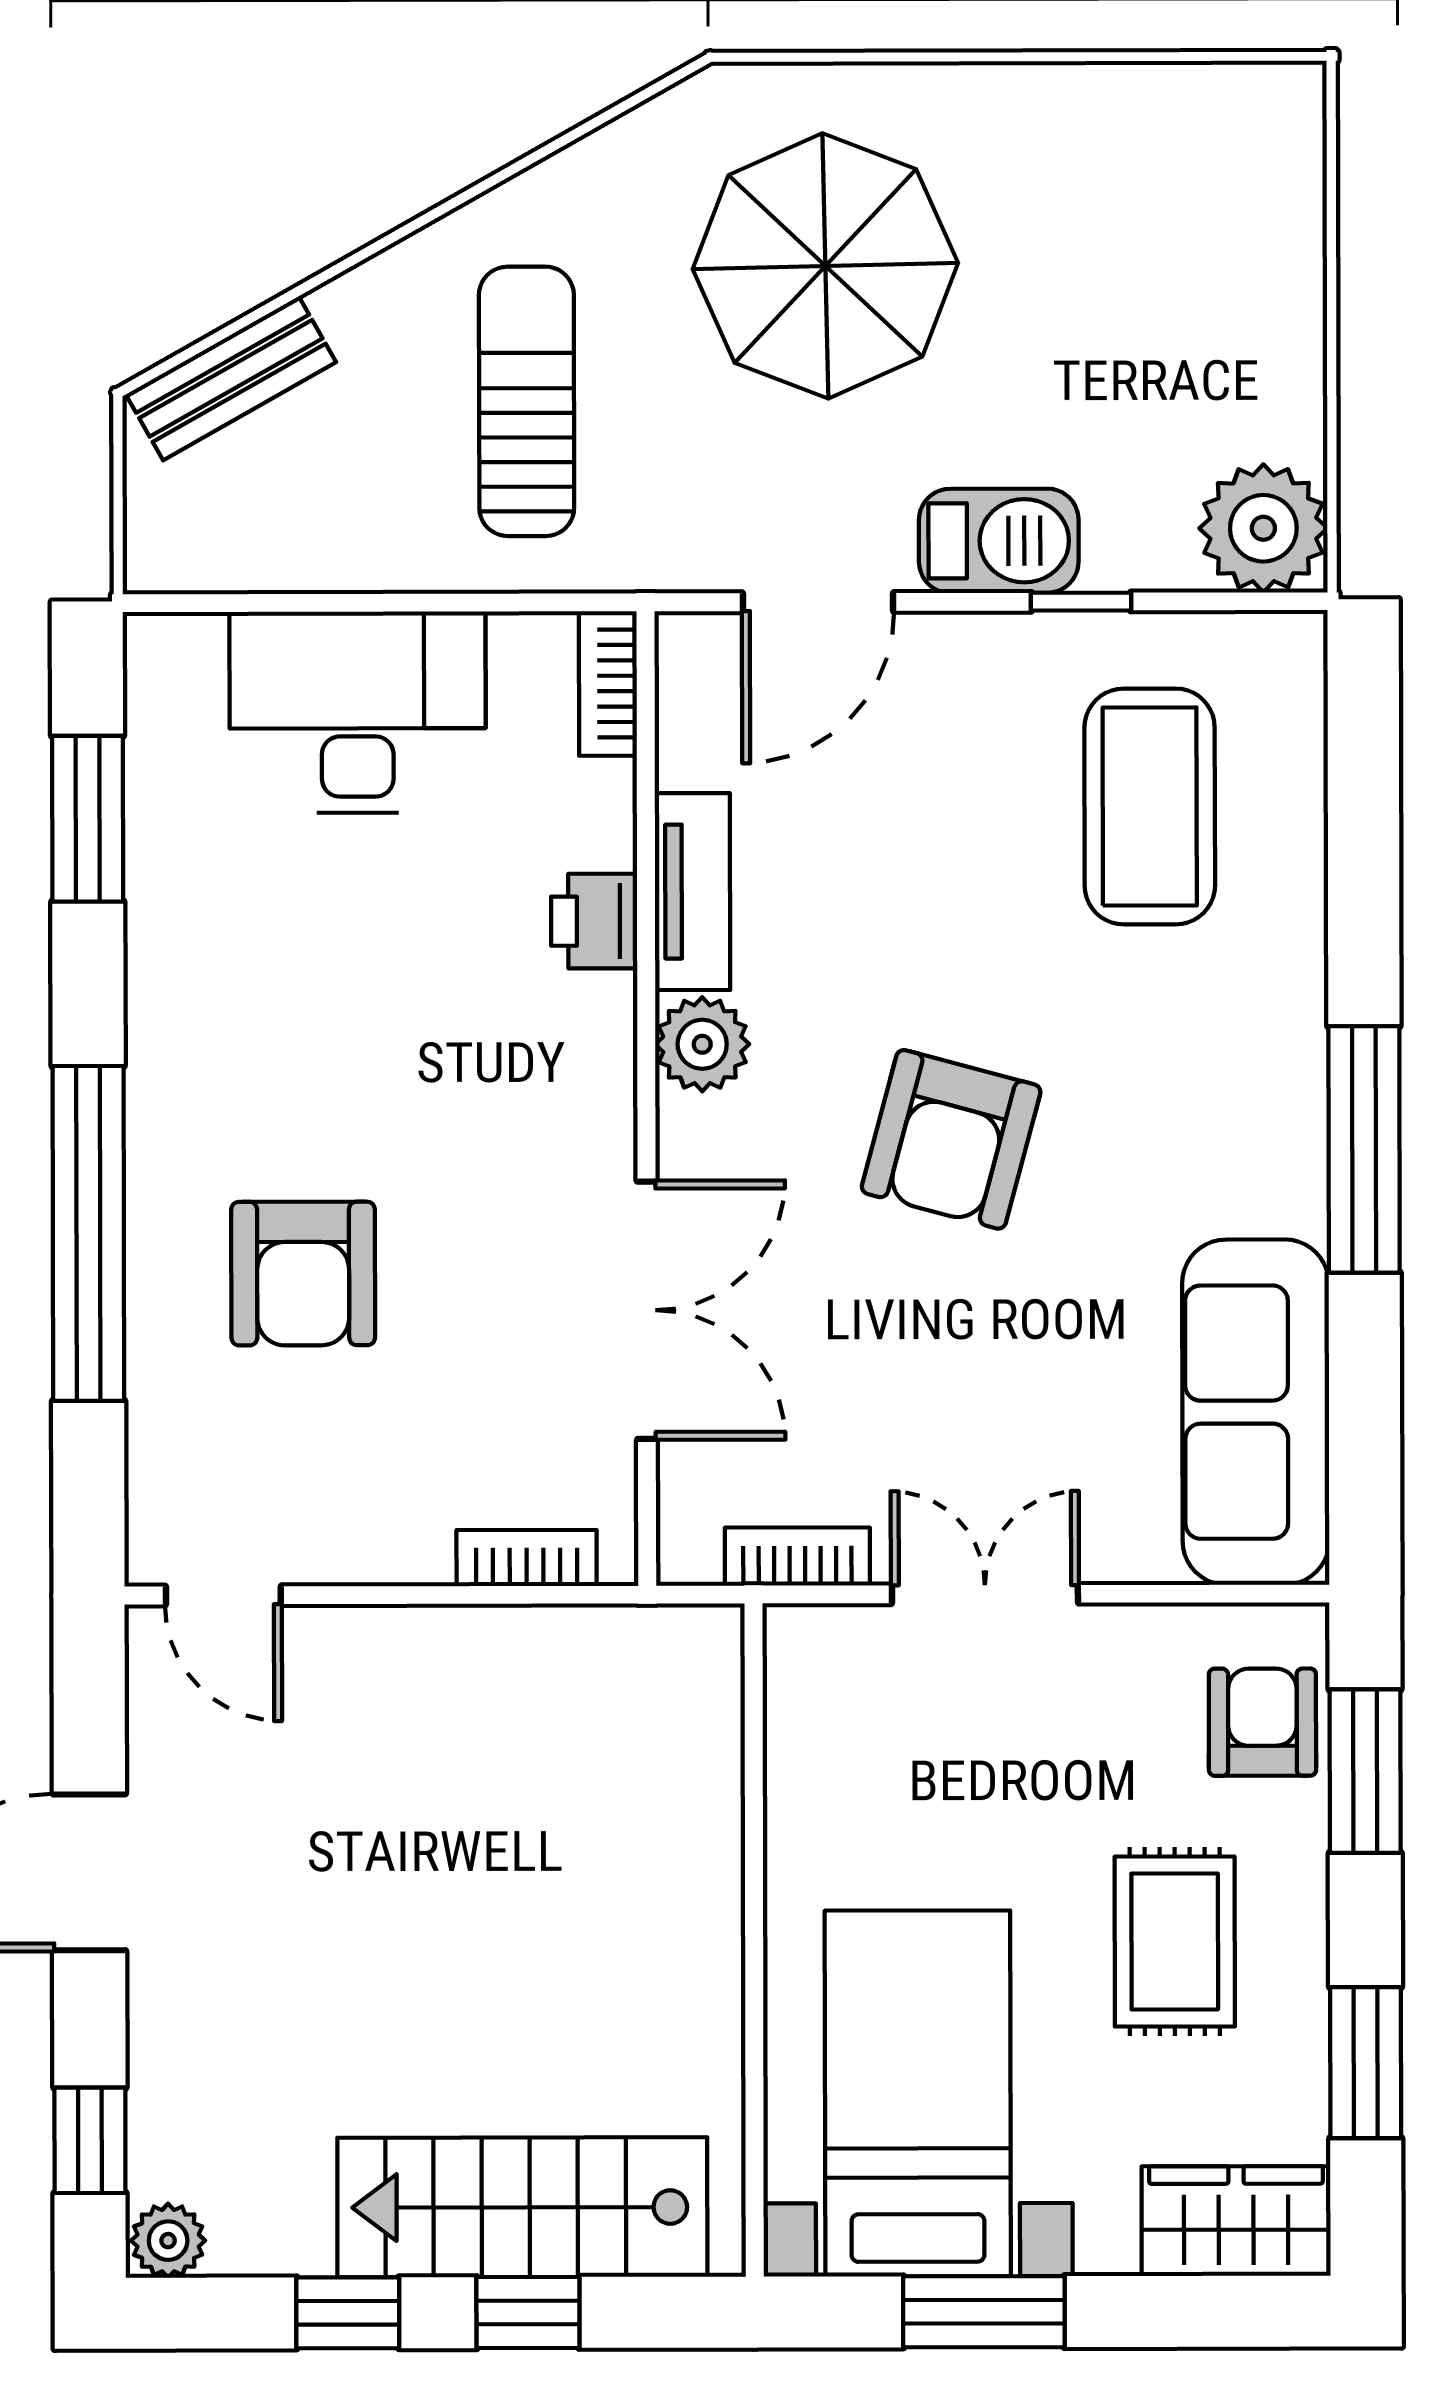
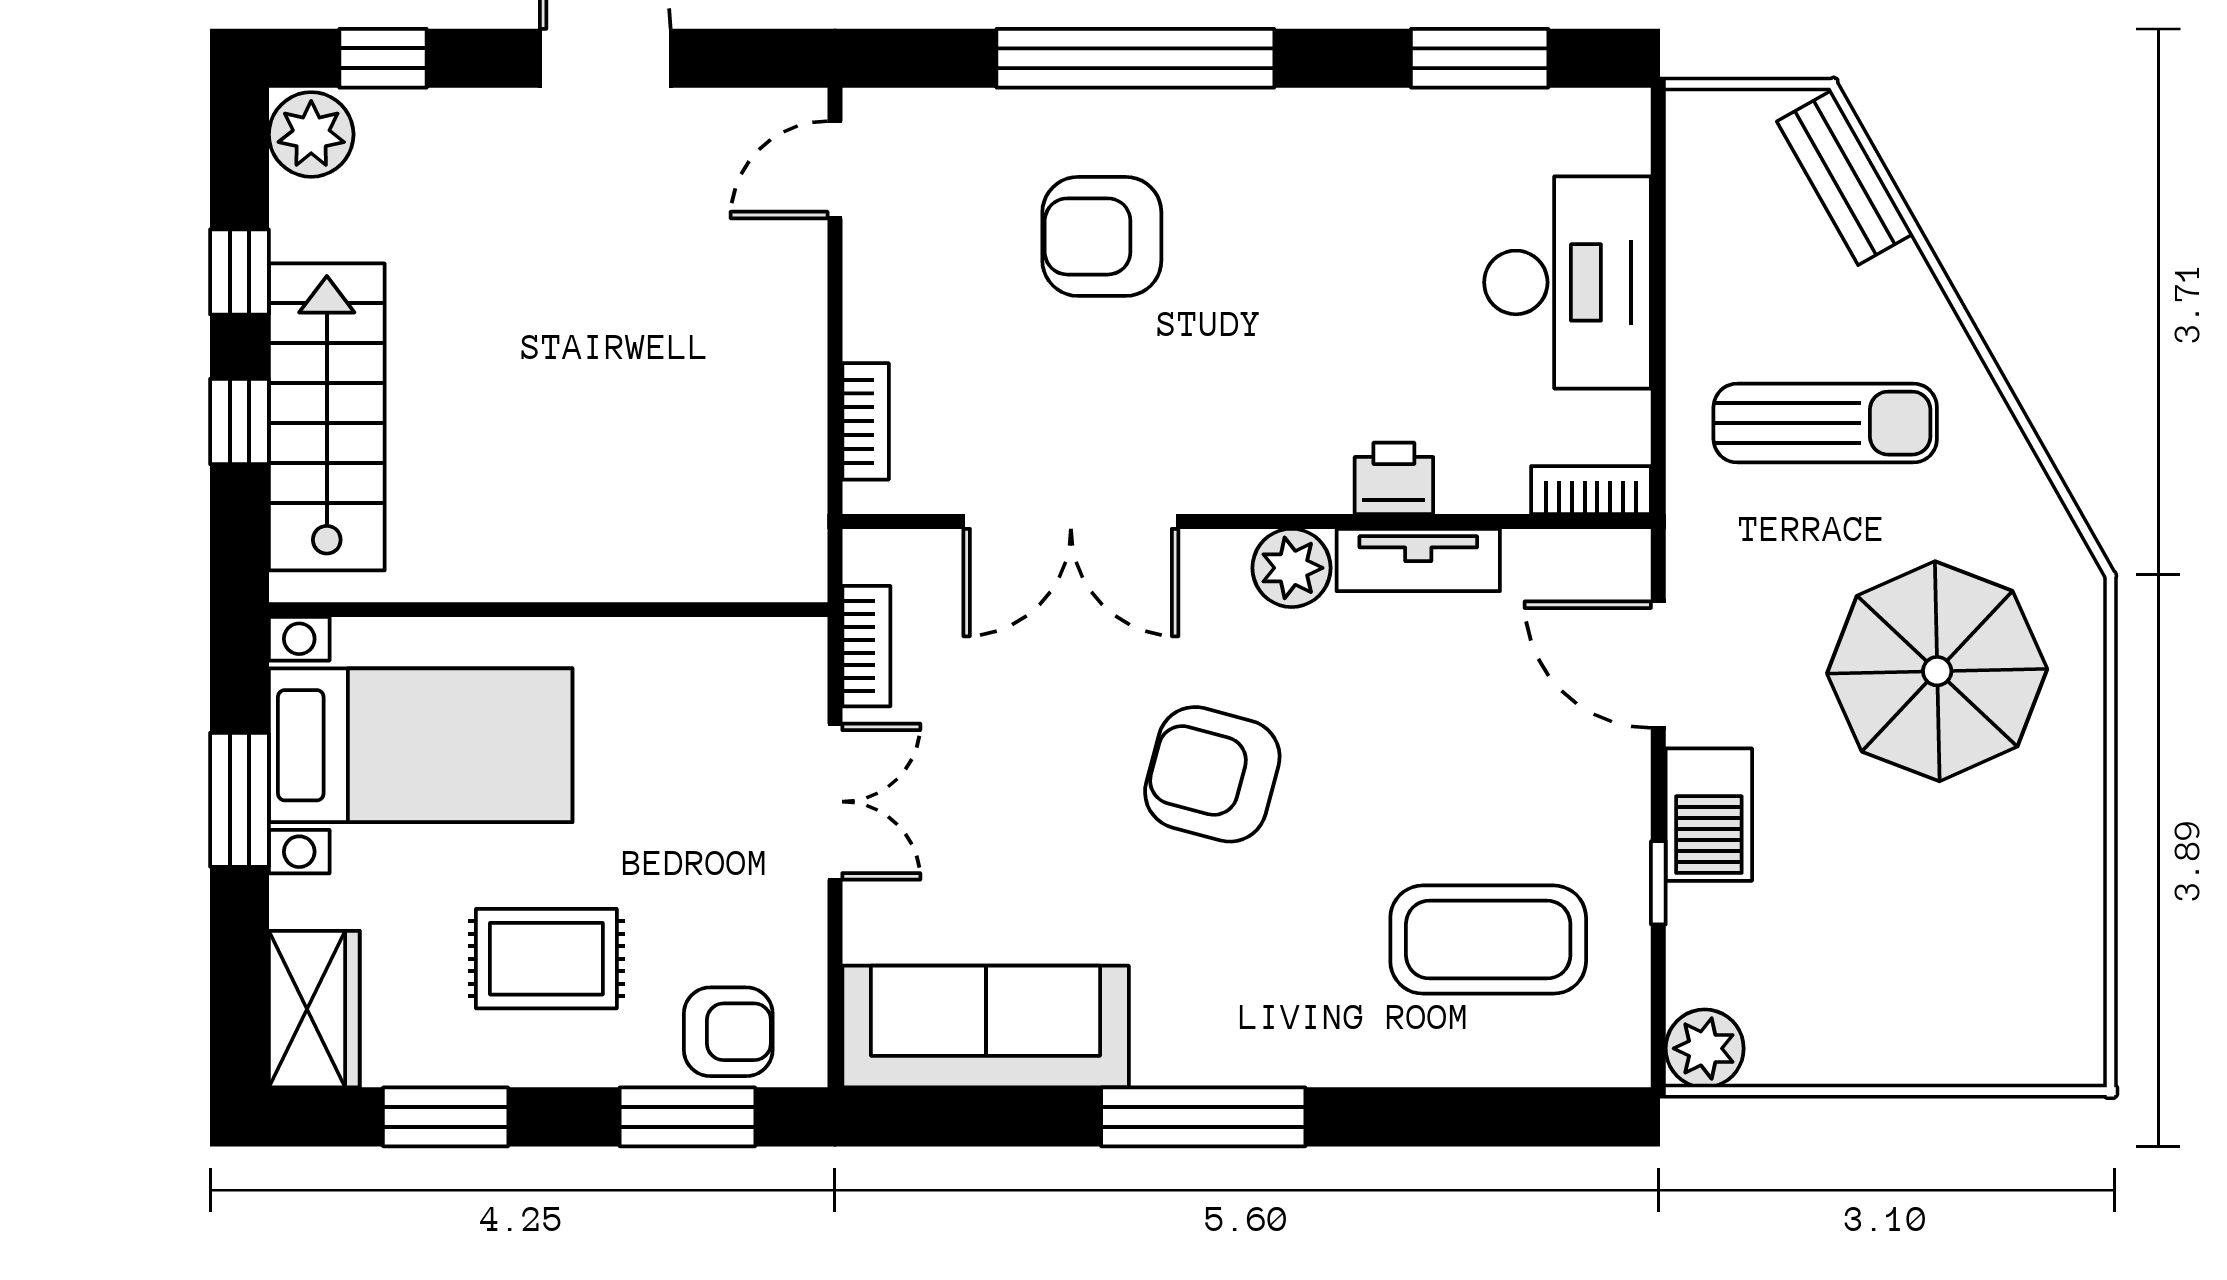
plant: (1263, 528) -> (1705, 1048), width x0.73, depth x0.73
plant: (168, 2241) -> (311, 134), width x1.38, depth x1.38

